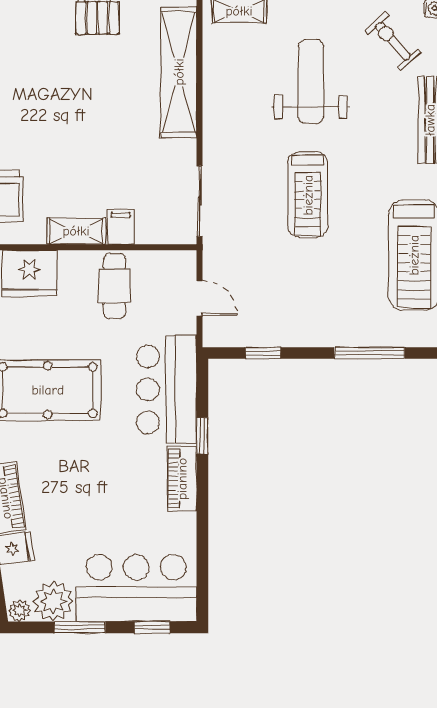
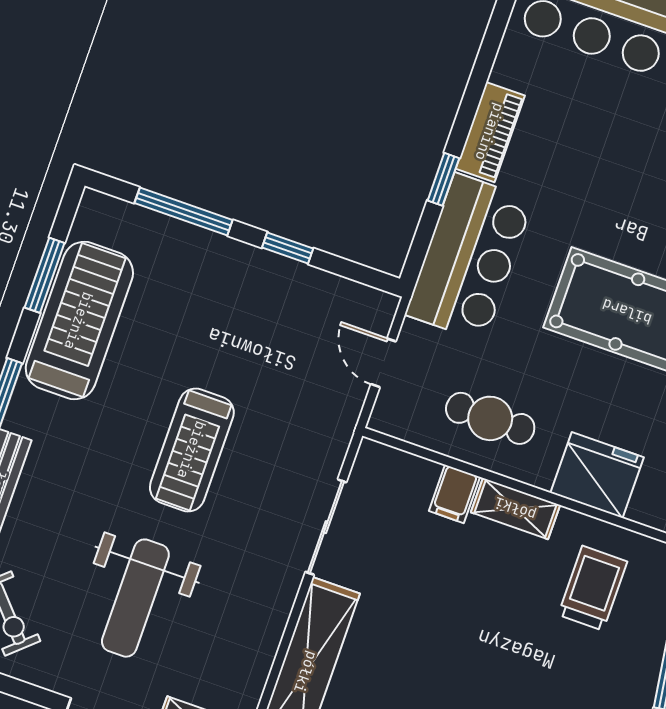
treadmill: (308, 195) -> (192, 450), turned 180
sliding door: (199, 201) -> (326, 527), moved
cafe table: (115, 286) -> (490, 418), turned 90
window: (263, 353) -> (288, 248), moved

